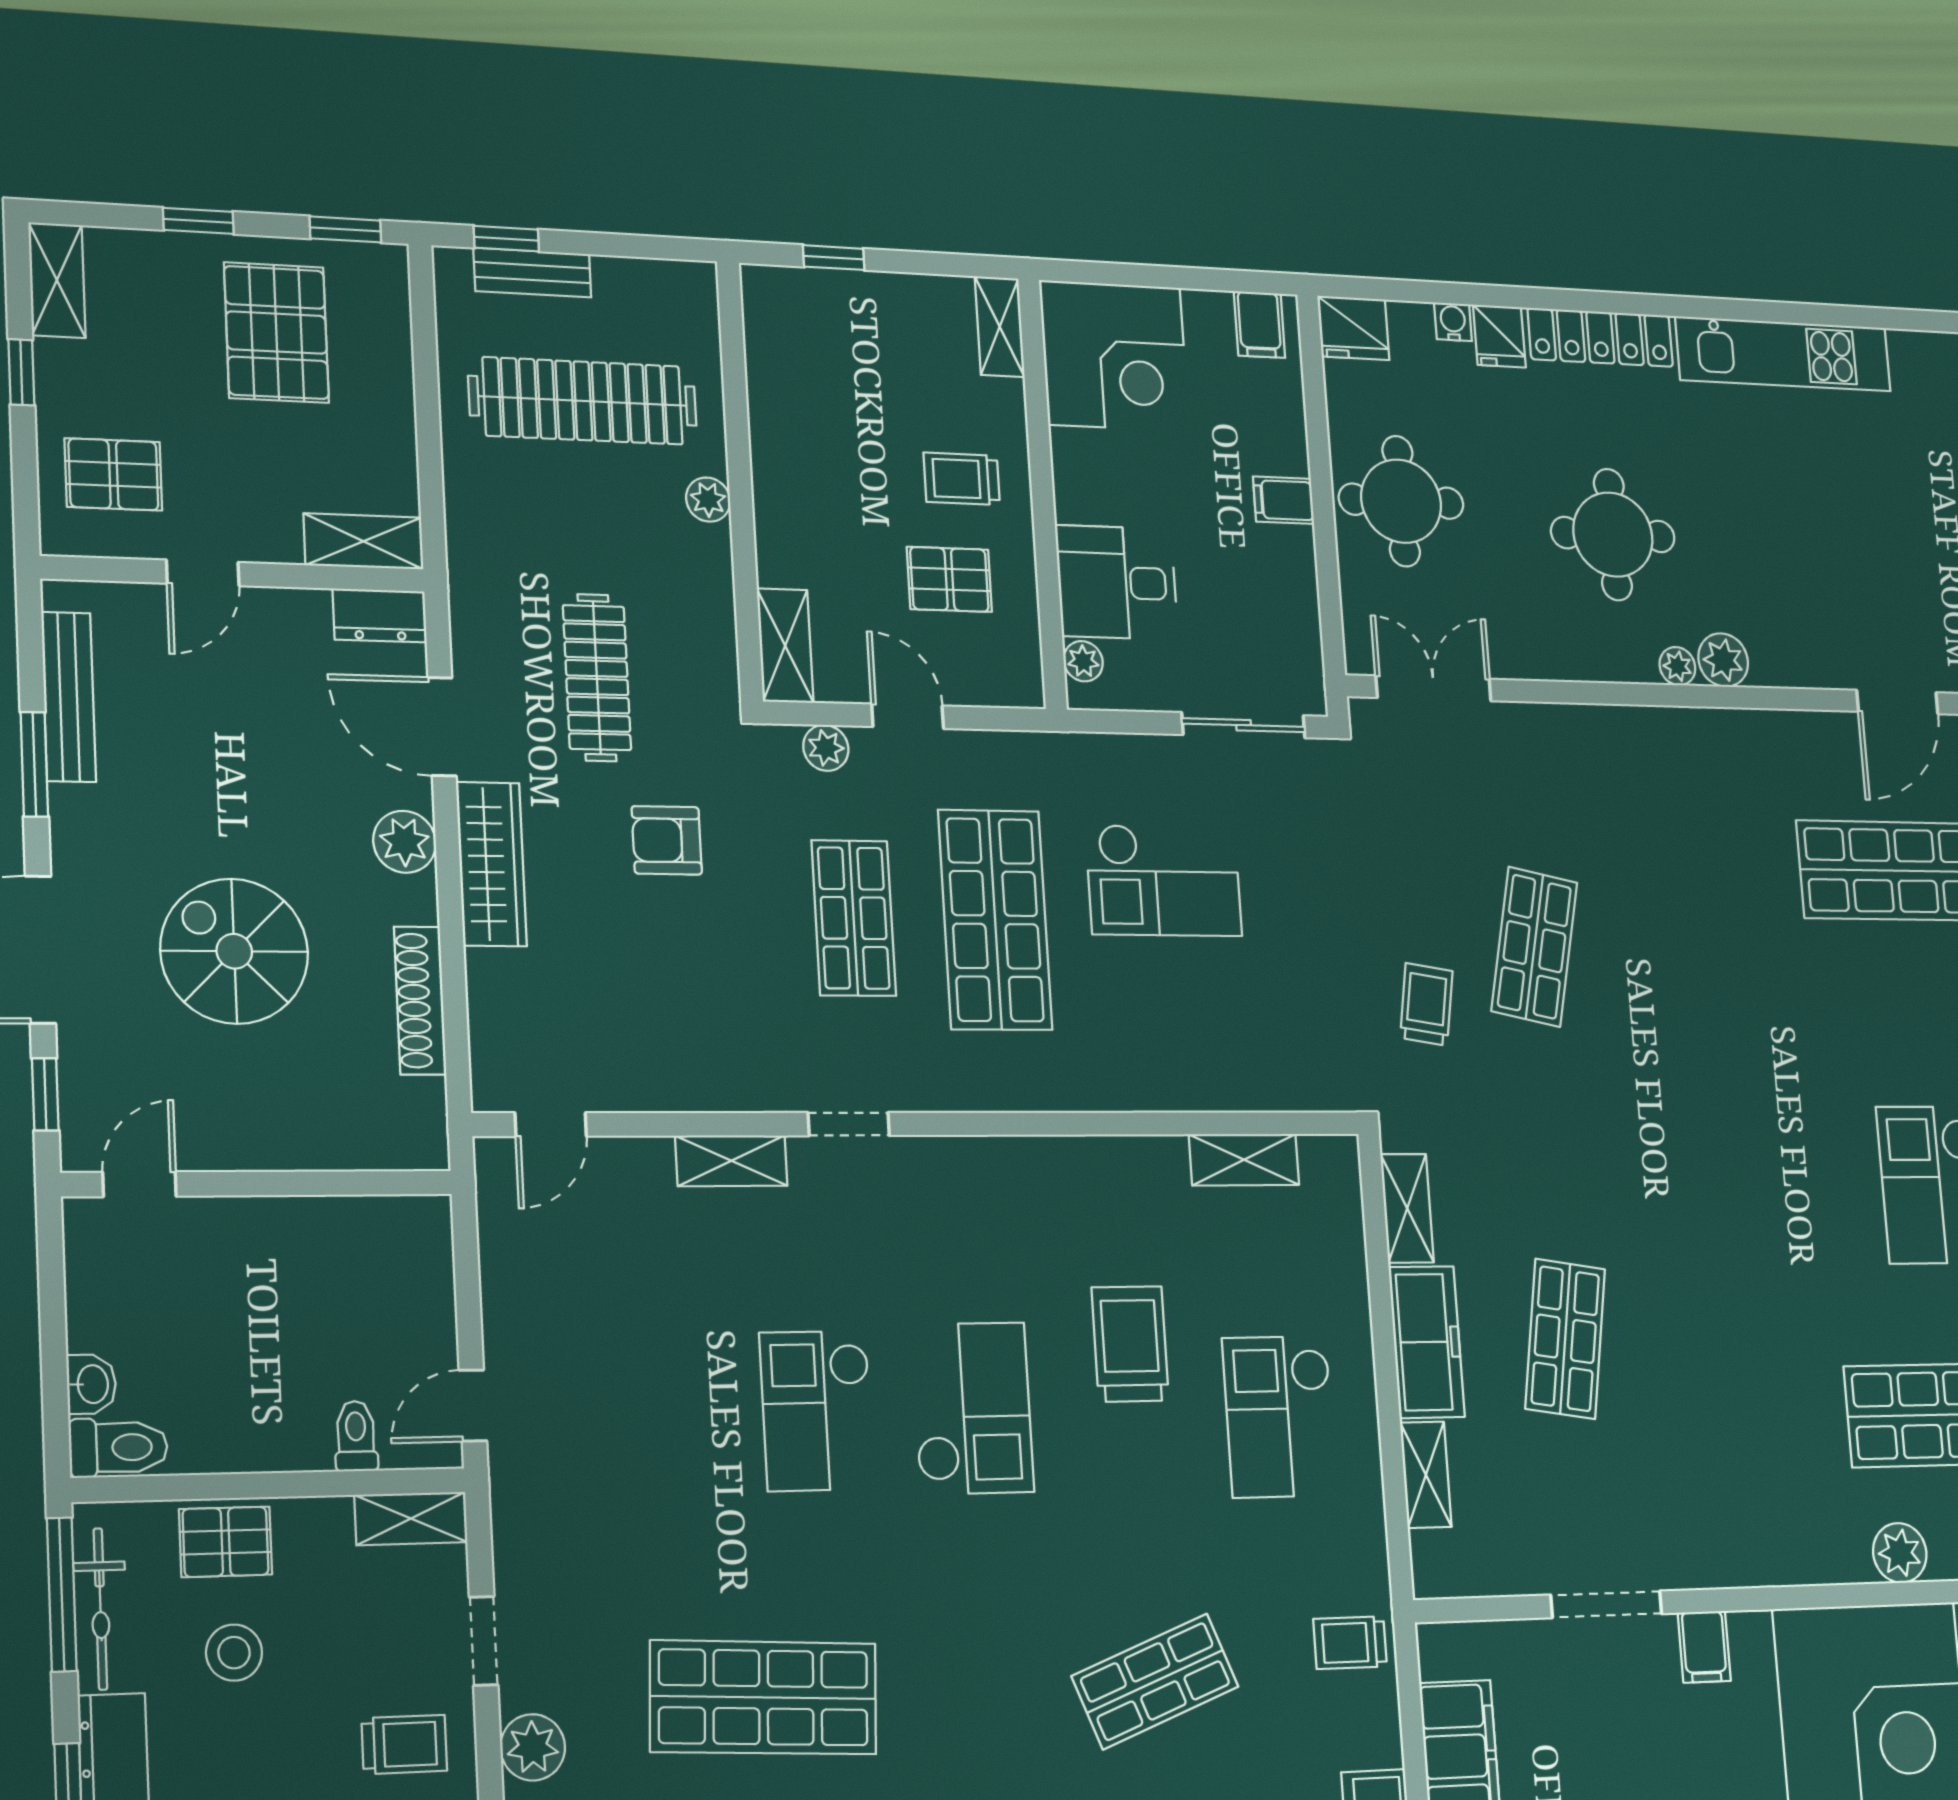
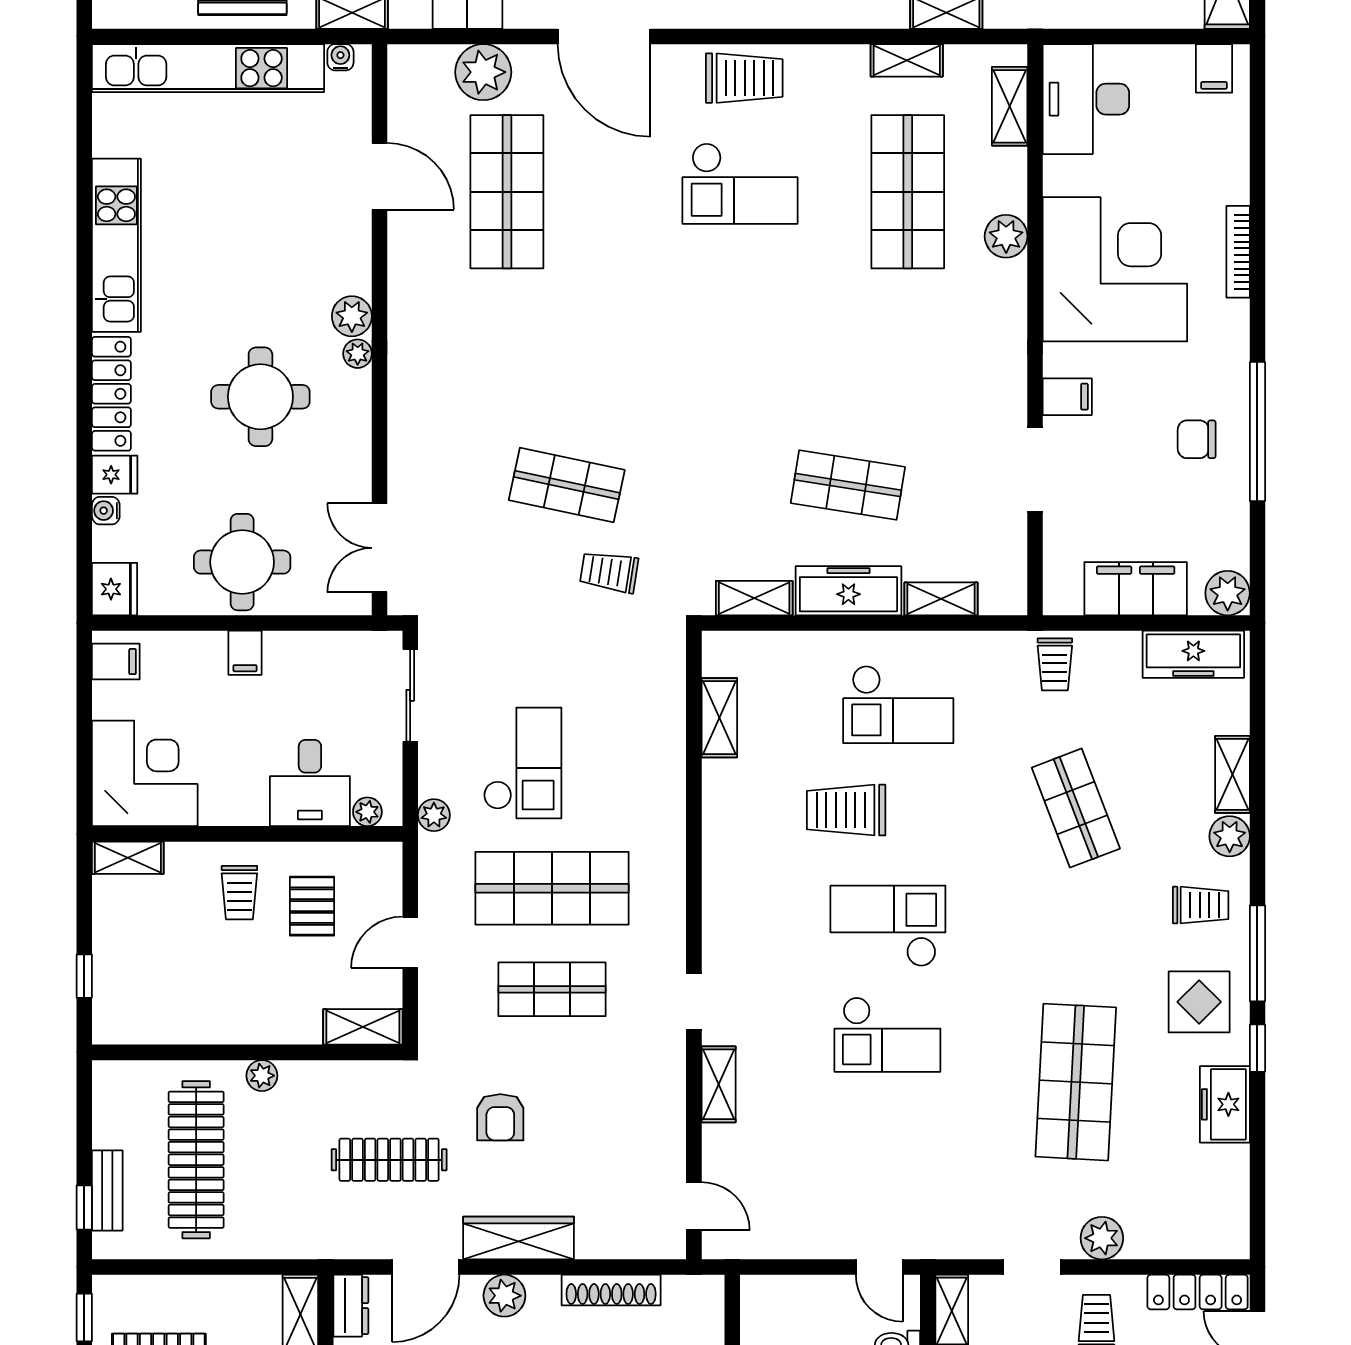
plant: (826, 748) -> (434, 815), moved

